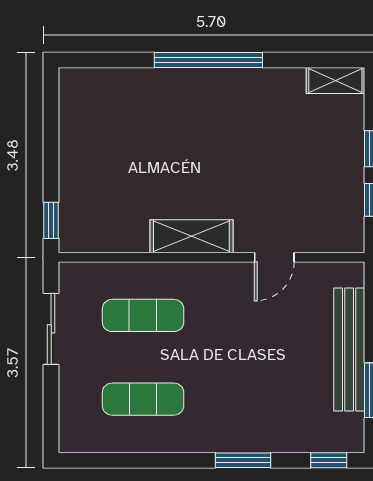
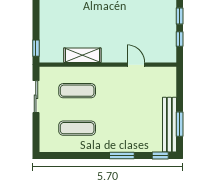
shelving: (191, 236) -> (82, 55), moved
door: (274, 257) -> (136, 65), swing flipped
bench: (349, 350) -> (169, 125), moved

